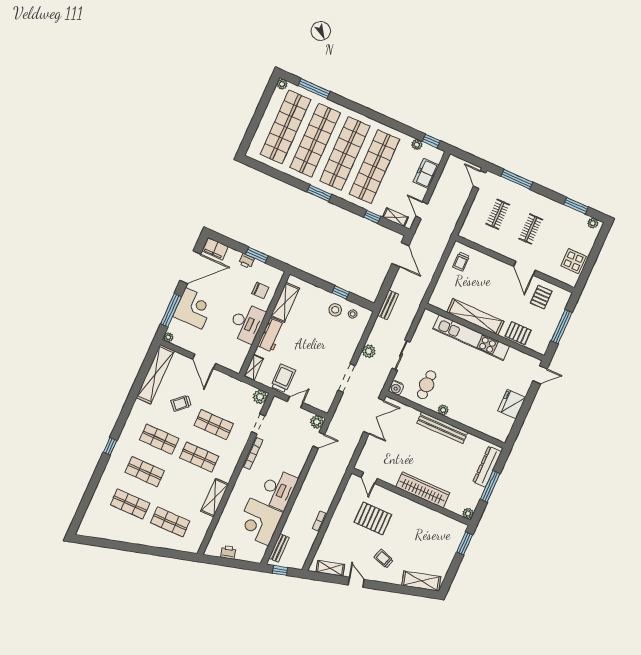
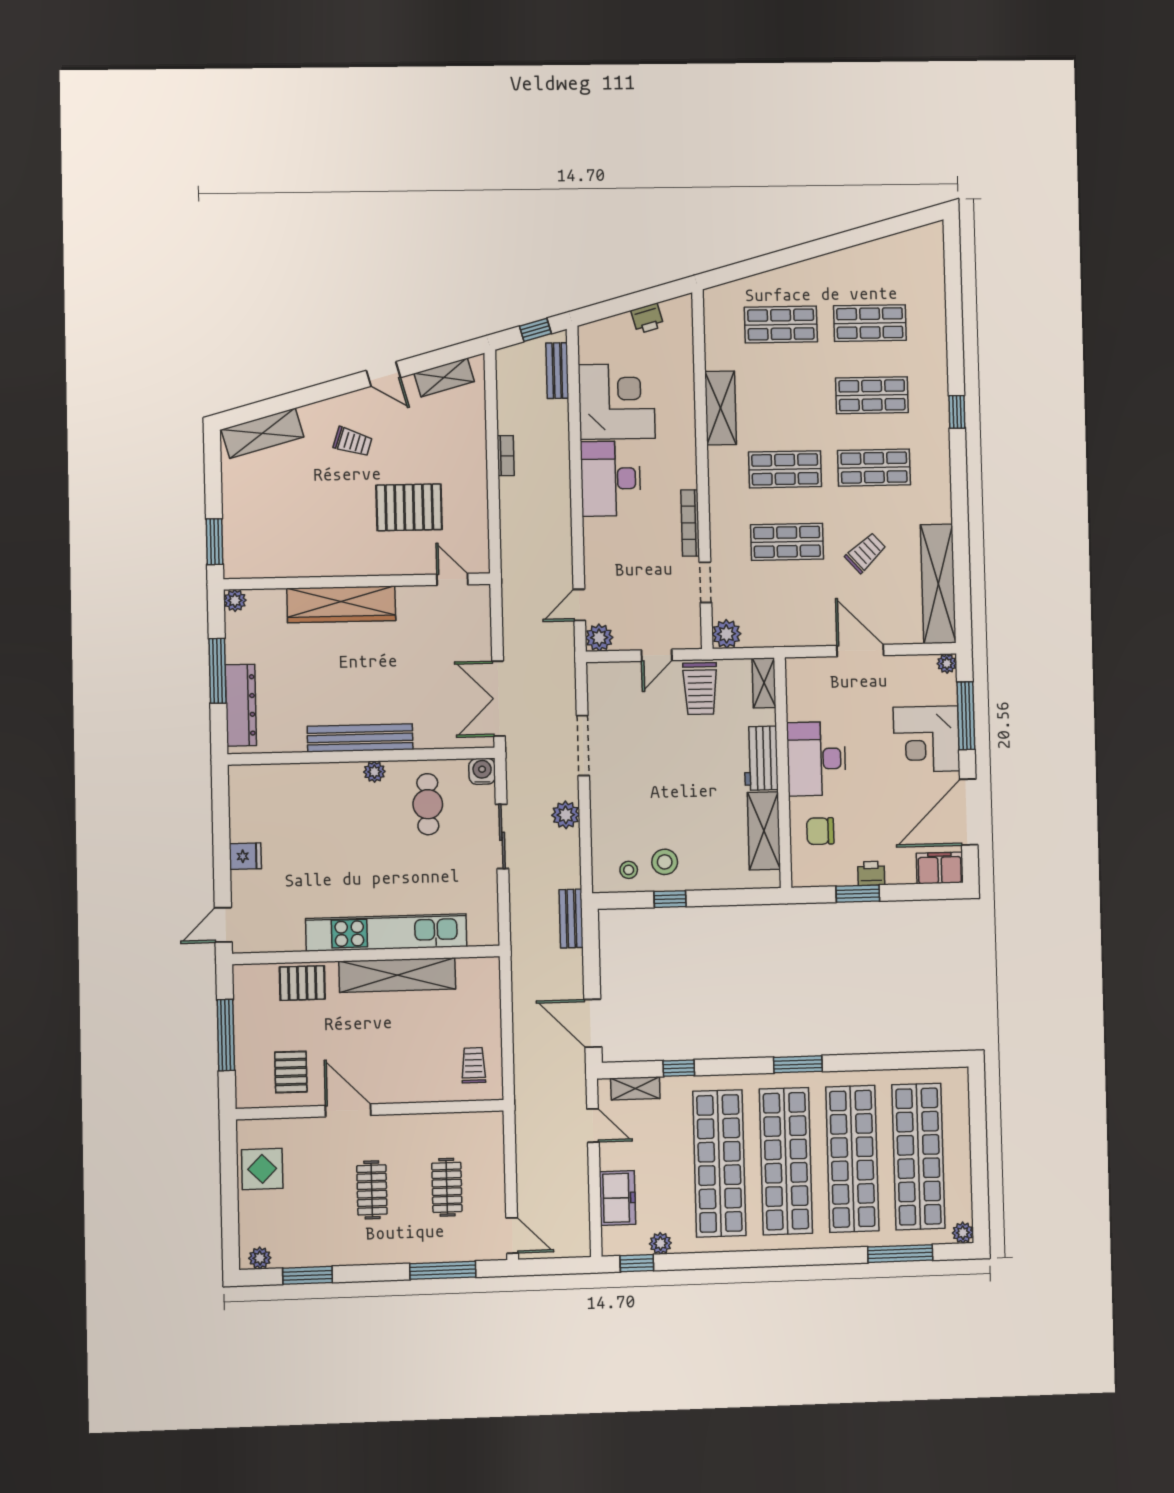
fridge: (512, 404) -> (245, 856), width x0.53, depth x0.75

